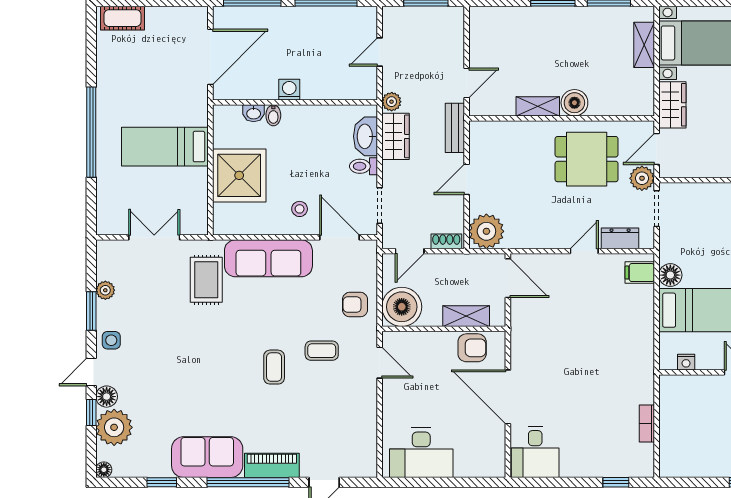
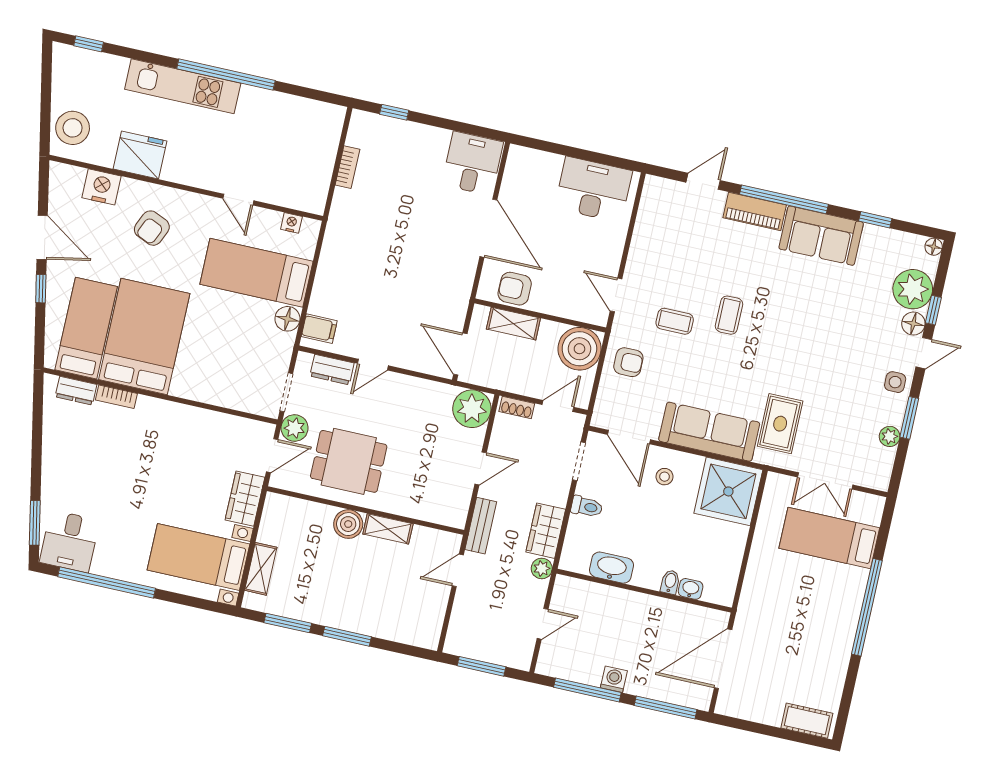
washing machine: (289, 90) -> (614, 679), moved, turned 180
washbasin: (365, 136) -> (612, 568), moved, turned -90
bed: (165, 147) -> (829, 538), moved, turned 180
shower: (239, 175) -> (728, 491), moved

